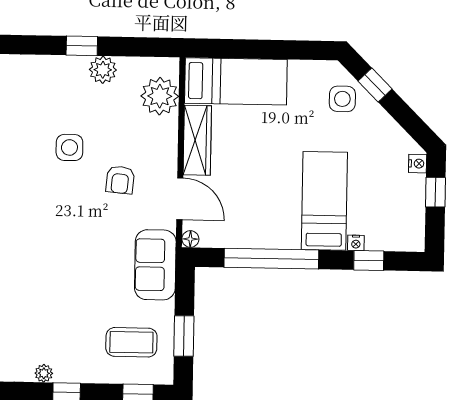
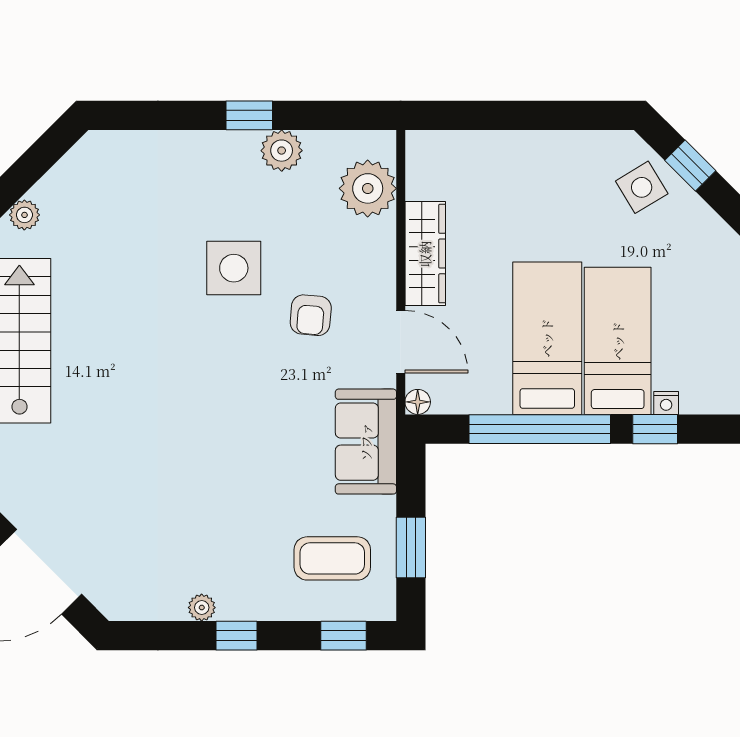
bed: (236, 81) -> (547, 338), moved, turned -90
side table: (342, 99) -> (642, 187), turned -31
side table: (69, 147) -> (234, 268), width x1.37, depth x1.37
window: (369, 261) -> (655, 429), moved

